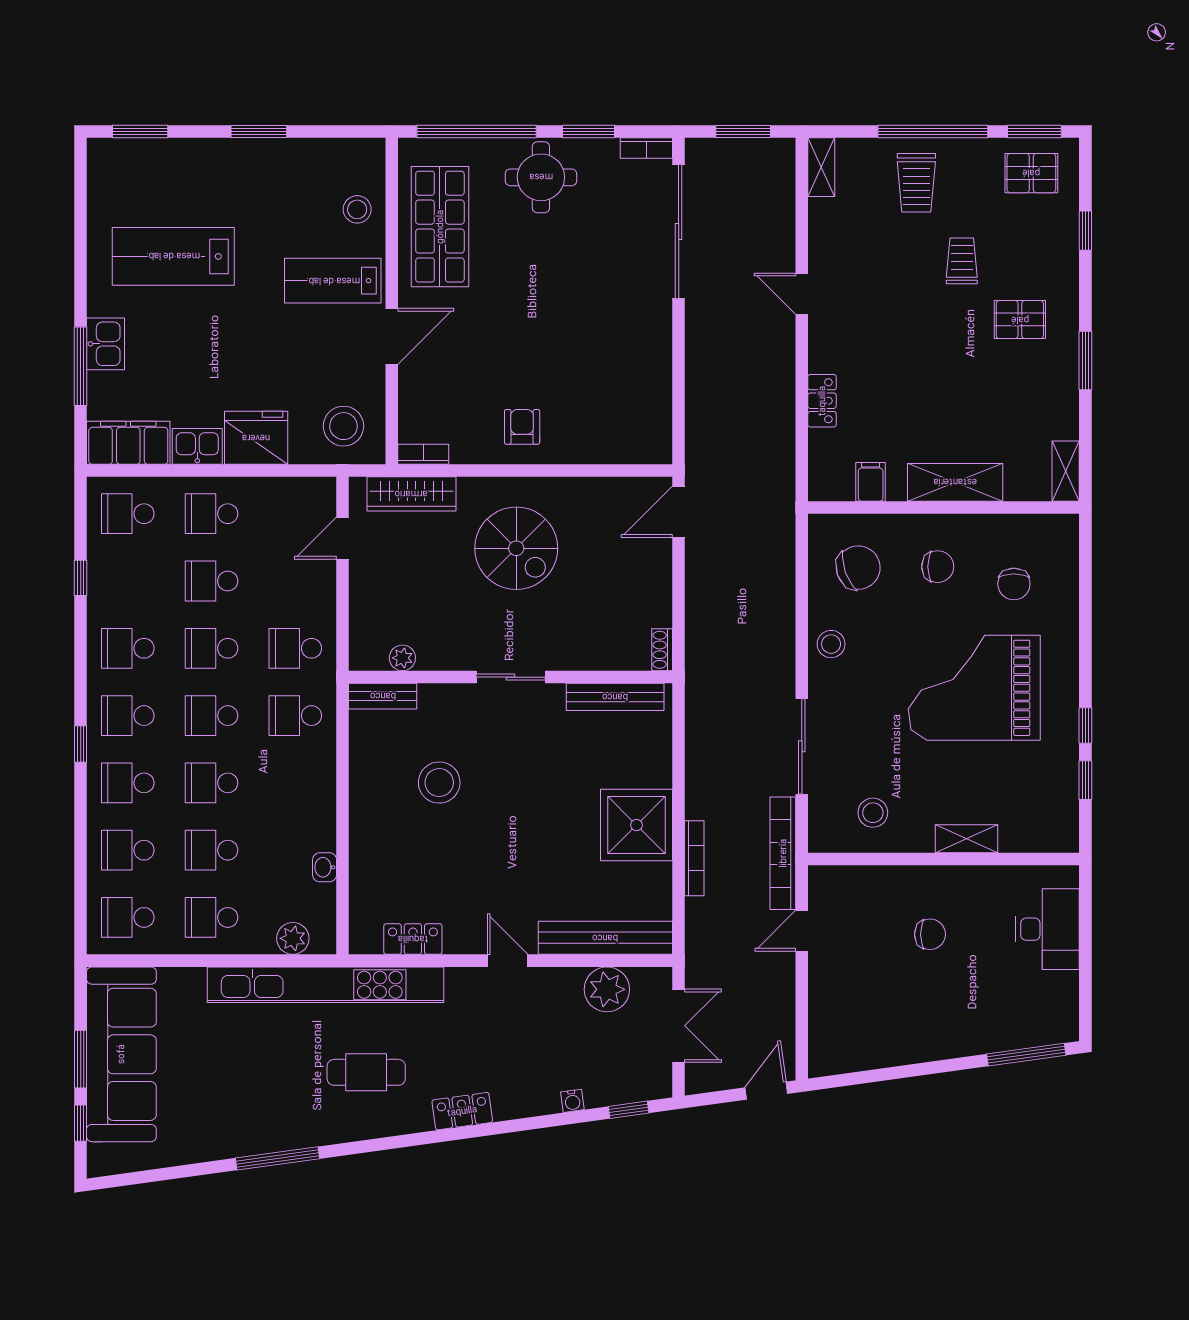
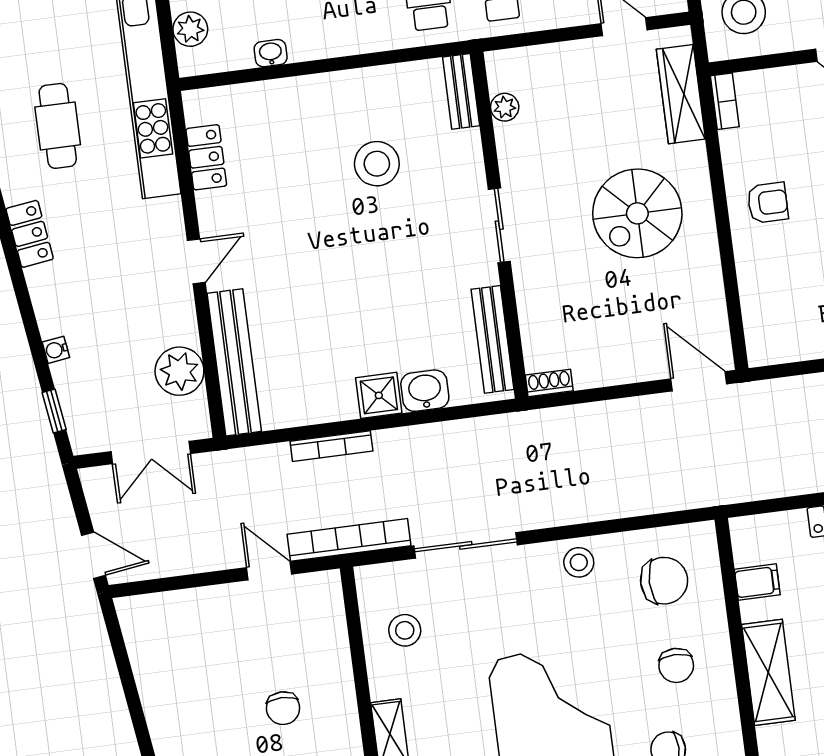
chair: (858, 568) -> (664, 581), turned -70
washbasin: (654, 765) -> (425, 391), added
shower: (637, 825) -> (379, 395), width x0.54, depth x0.54

